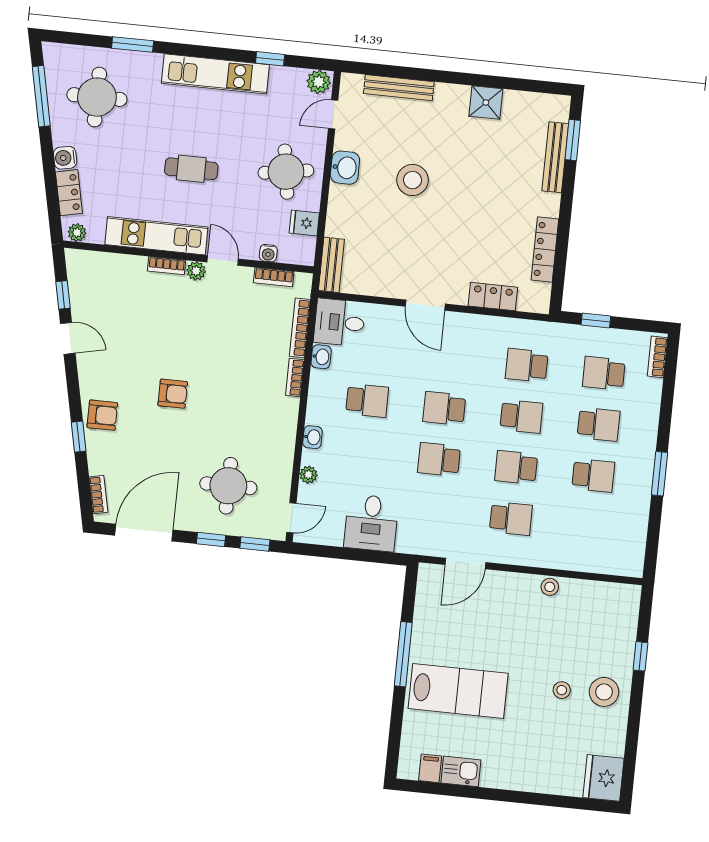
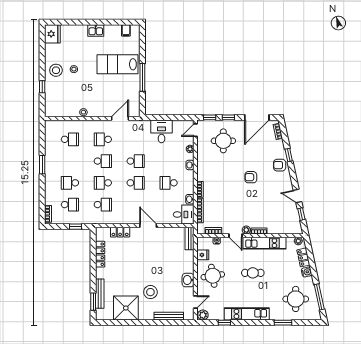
shower: (486, 102) -> (126, 308), width x1.86, depth x1.86
stool: (412, 180) -> (150, 292), moved
school desk: (593, 475) -> (70, 139), moved, turned 180
kitchen sink: (461, 771) -> (96, 30), moved

